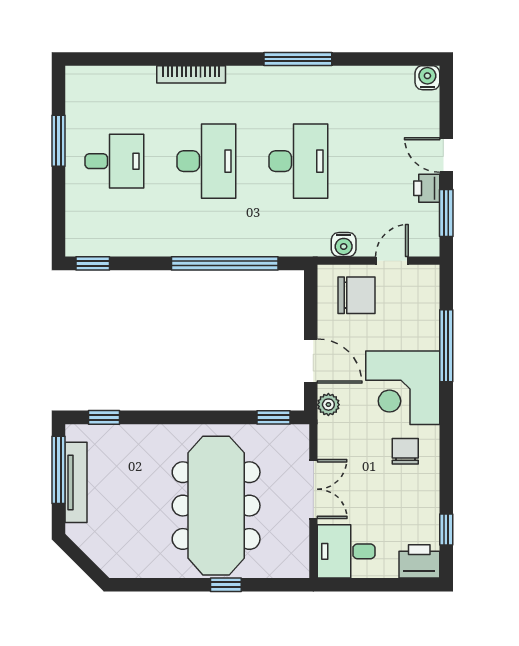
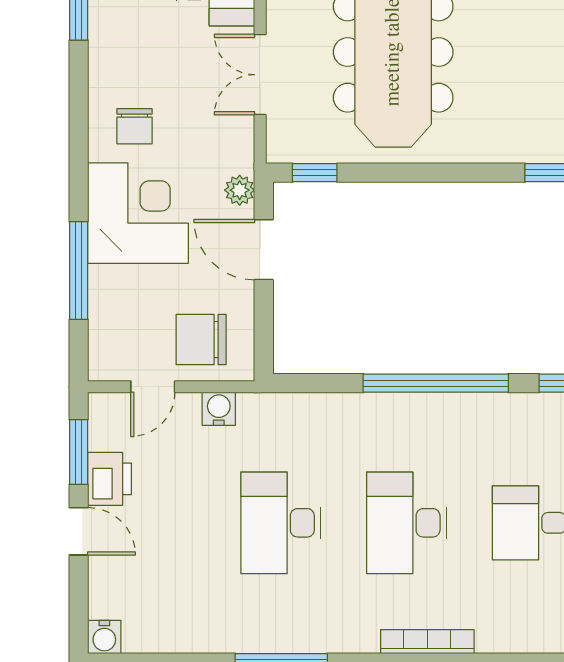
printer: (427, 188) -> (110, 479), width x1.36, depth x1.24
window: (225, 263) -> (436, 383), moved

